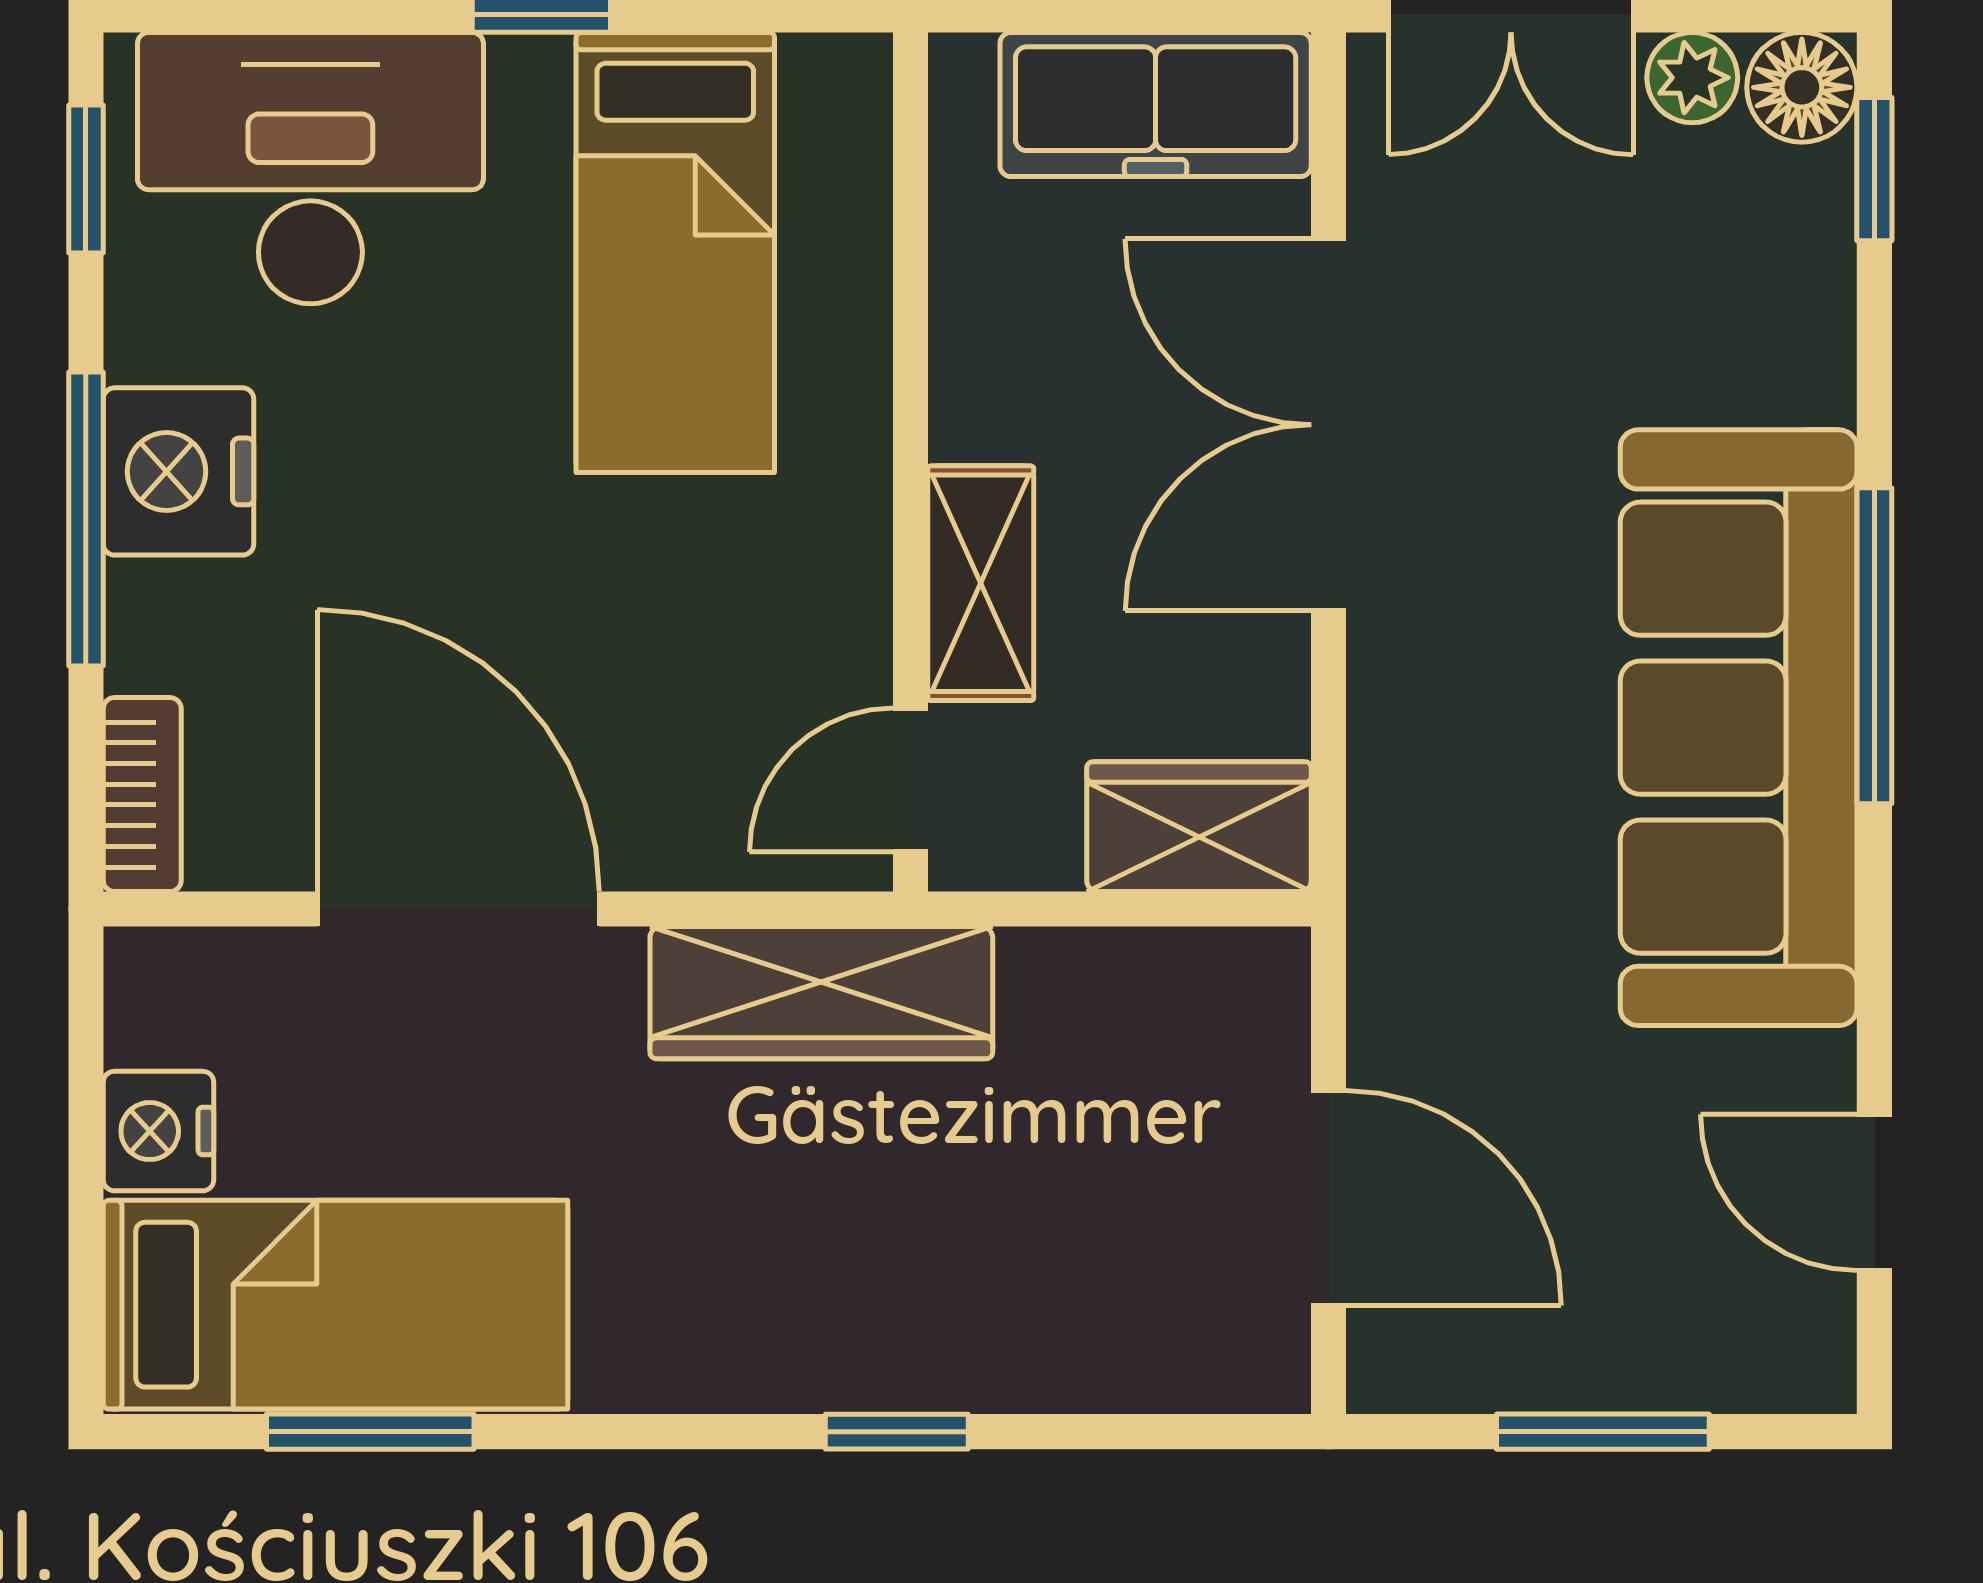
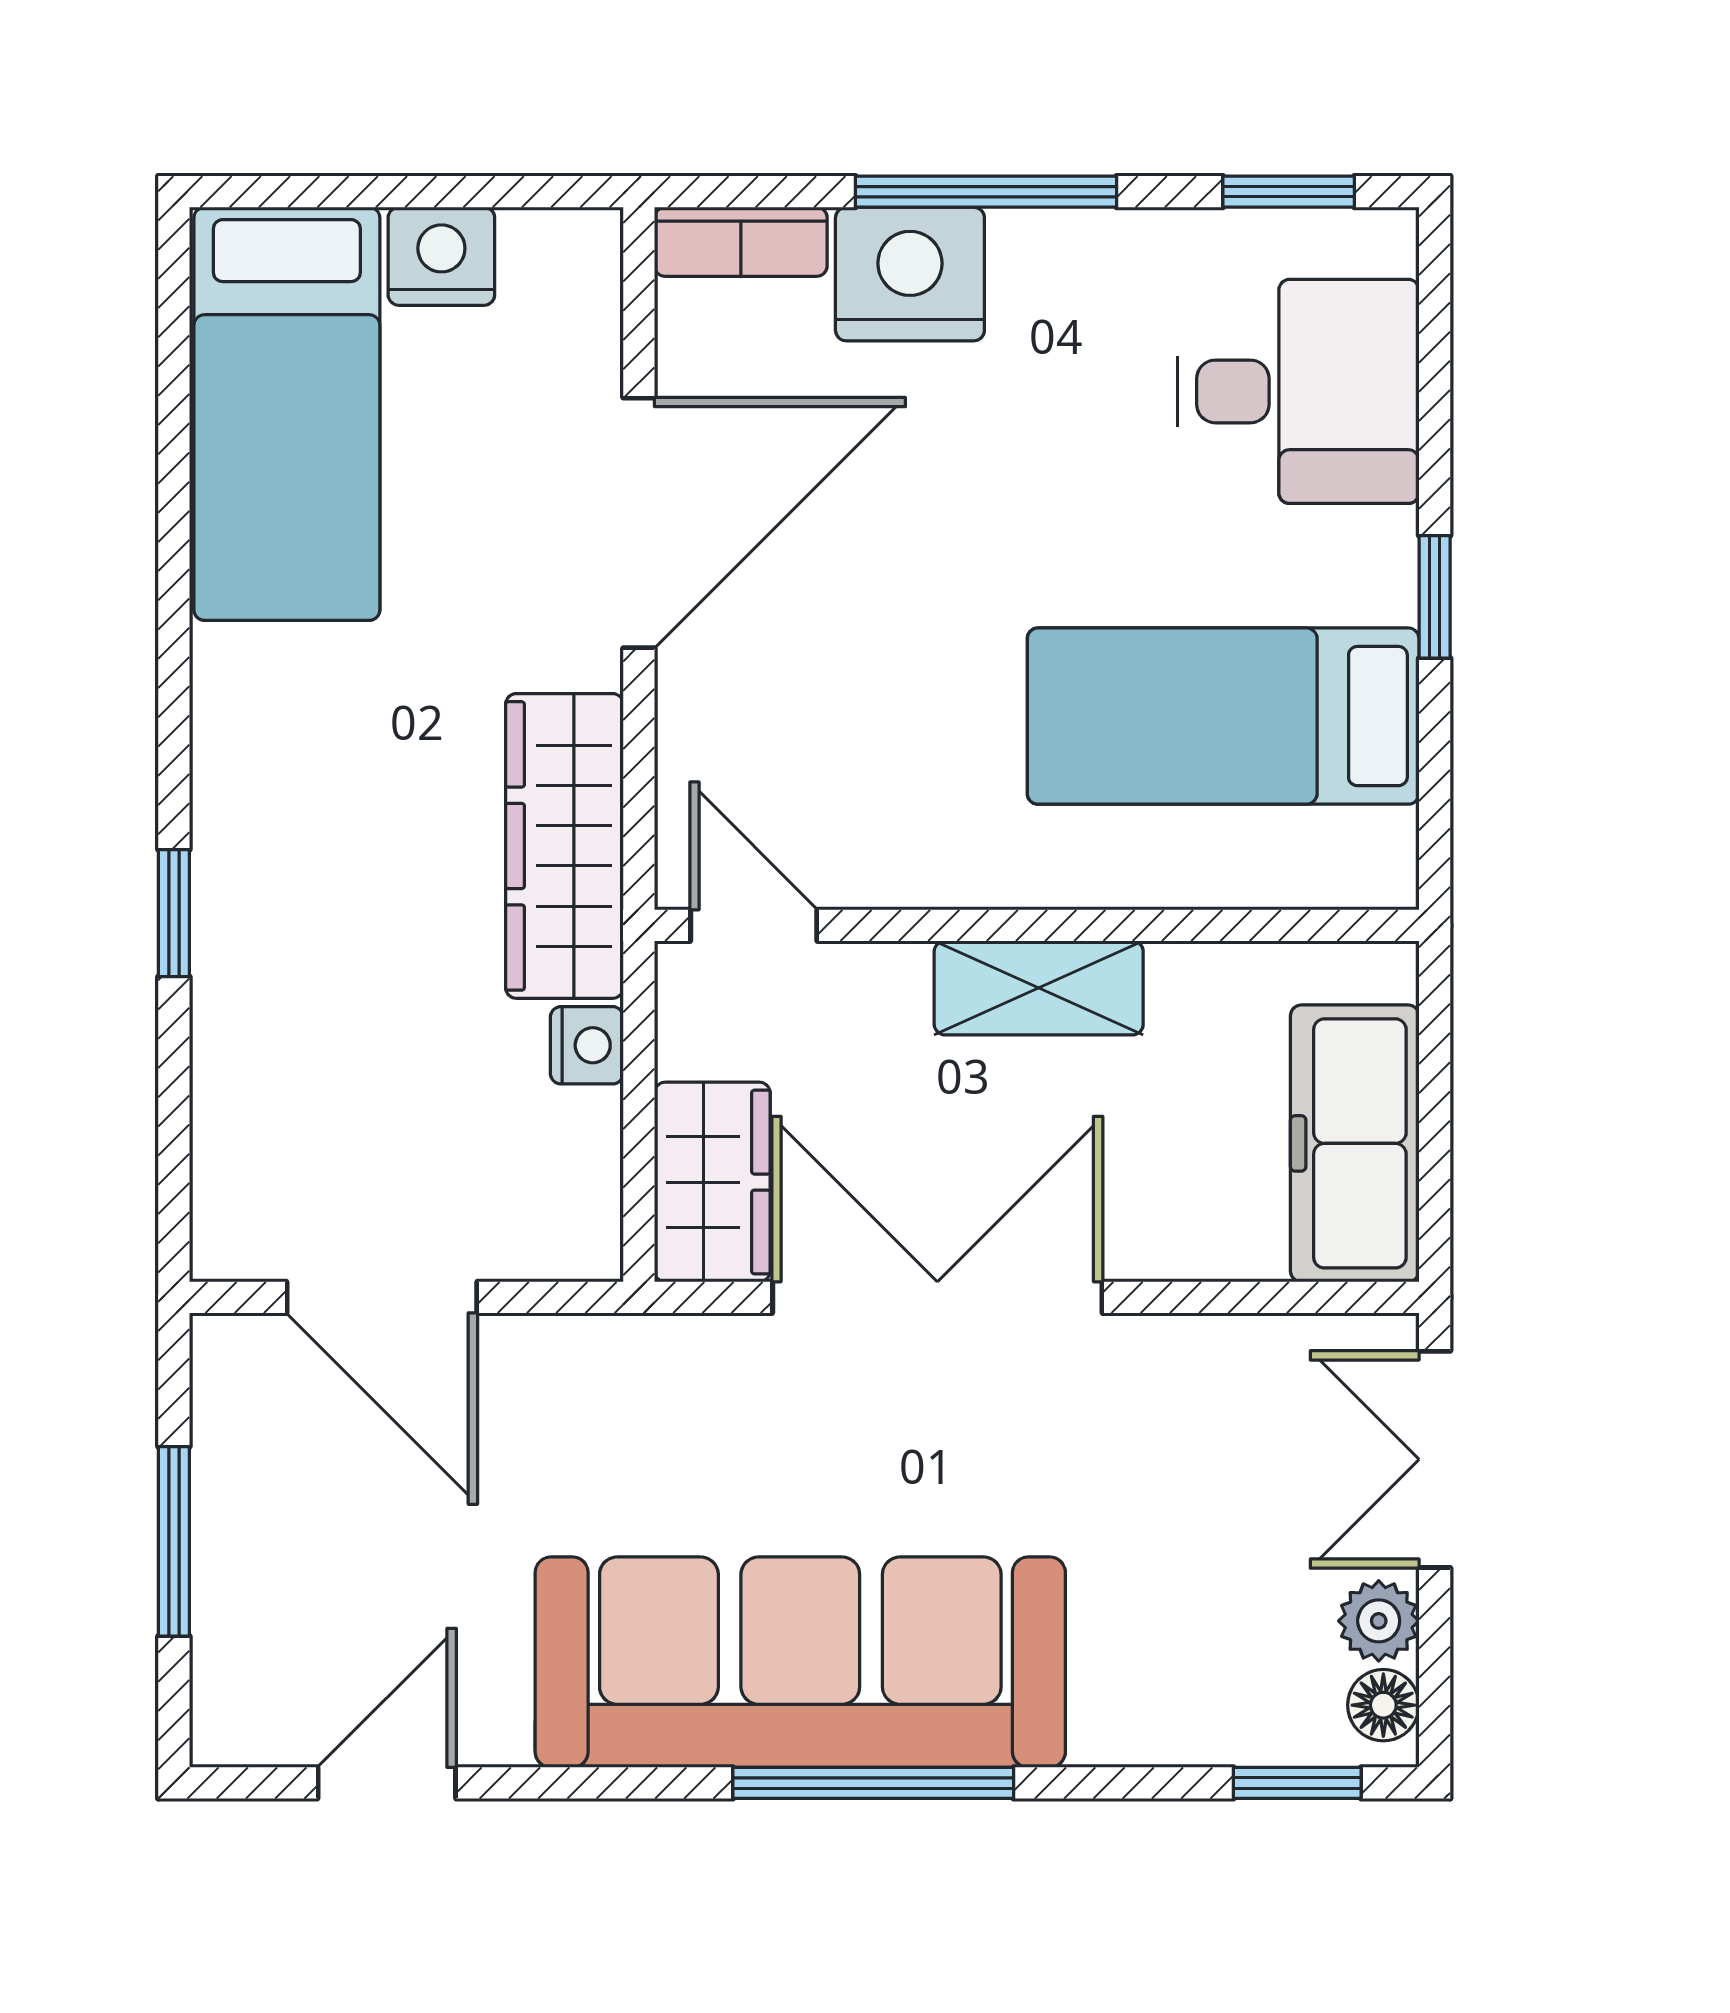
floor lamp: (1802, 87) -> (1383, 1705), width x0.73, depth x0.73
desk: (310, 168) -> (1298, 391), width x0.73
double door: (1329, 425) -> (937, 1297), moved
nightstand: (179, 471) -> (910, 274), moved
shelving: (981, 583) -> (1039, 988), moved
nightstand: (1045, 968) -> (587, 1045), added
door: (1329, 1198) -> (382, 1297), hinge flipped
window: (370, 1432) -> (174, 445), removed

